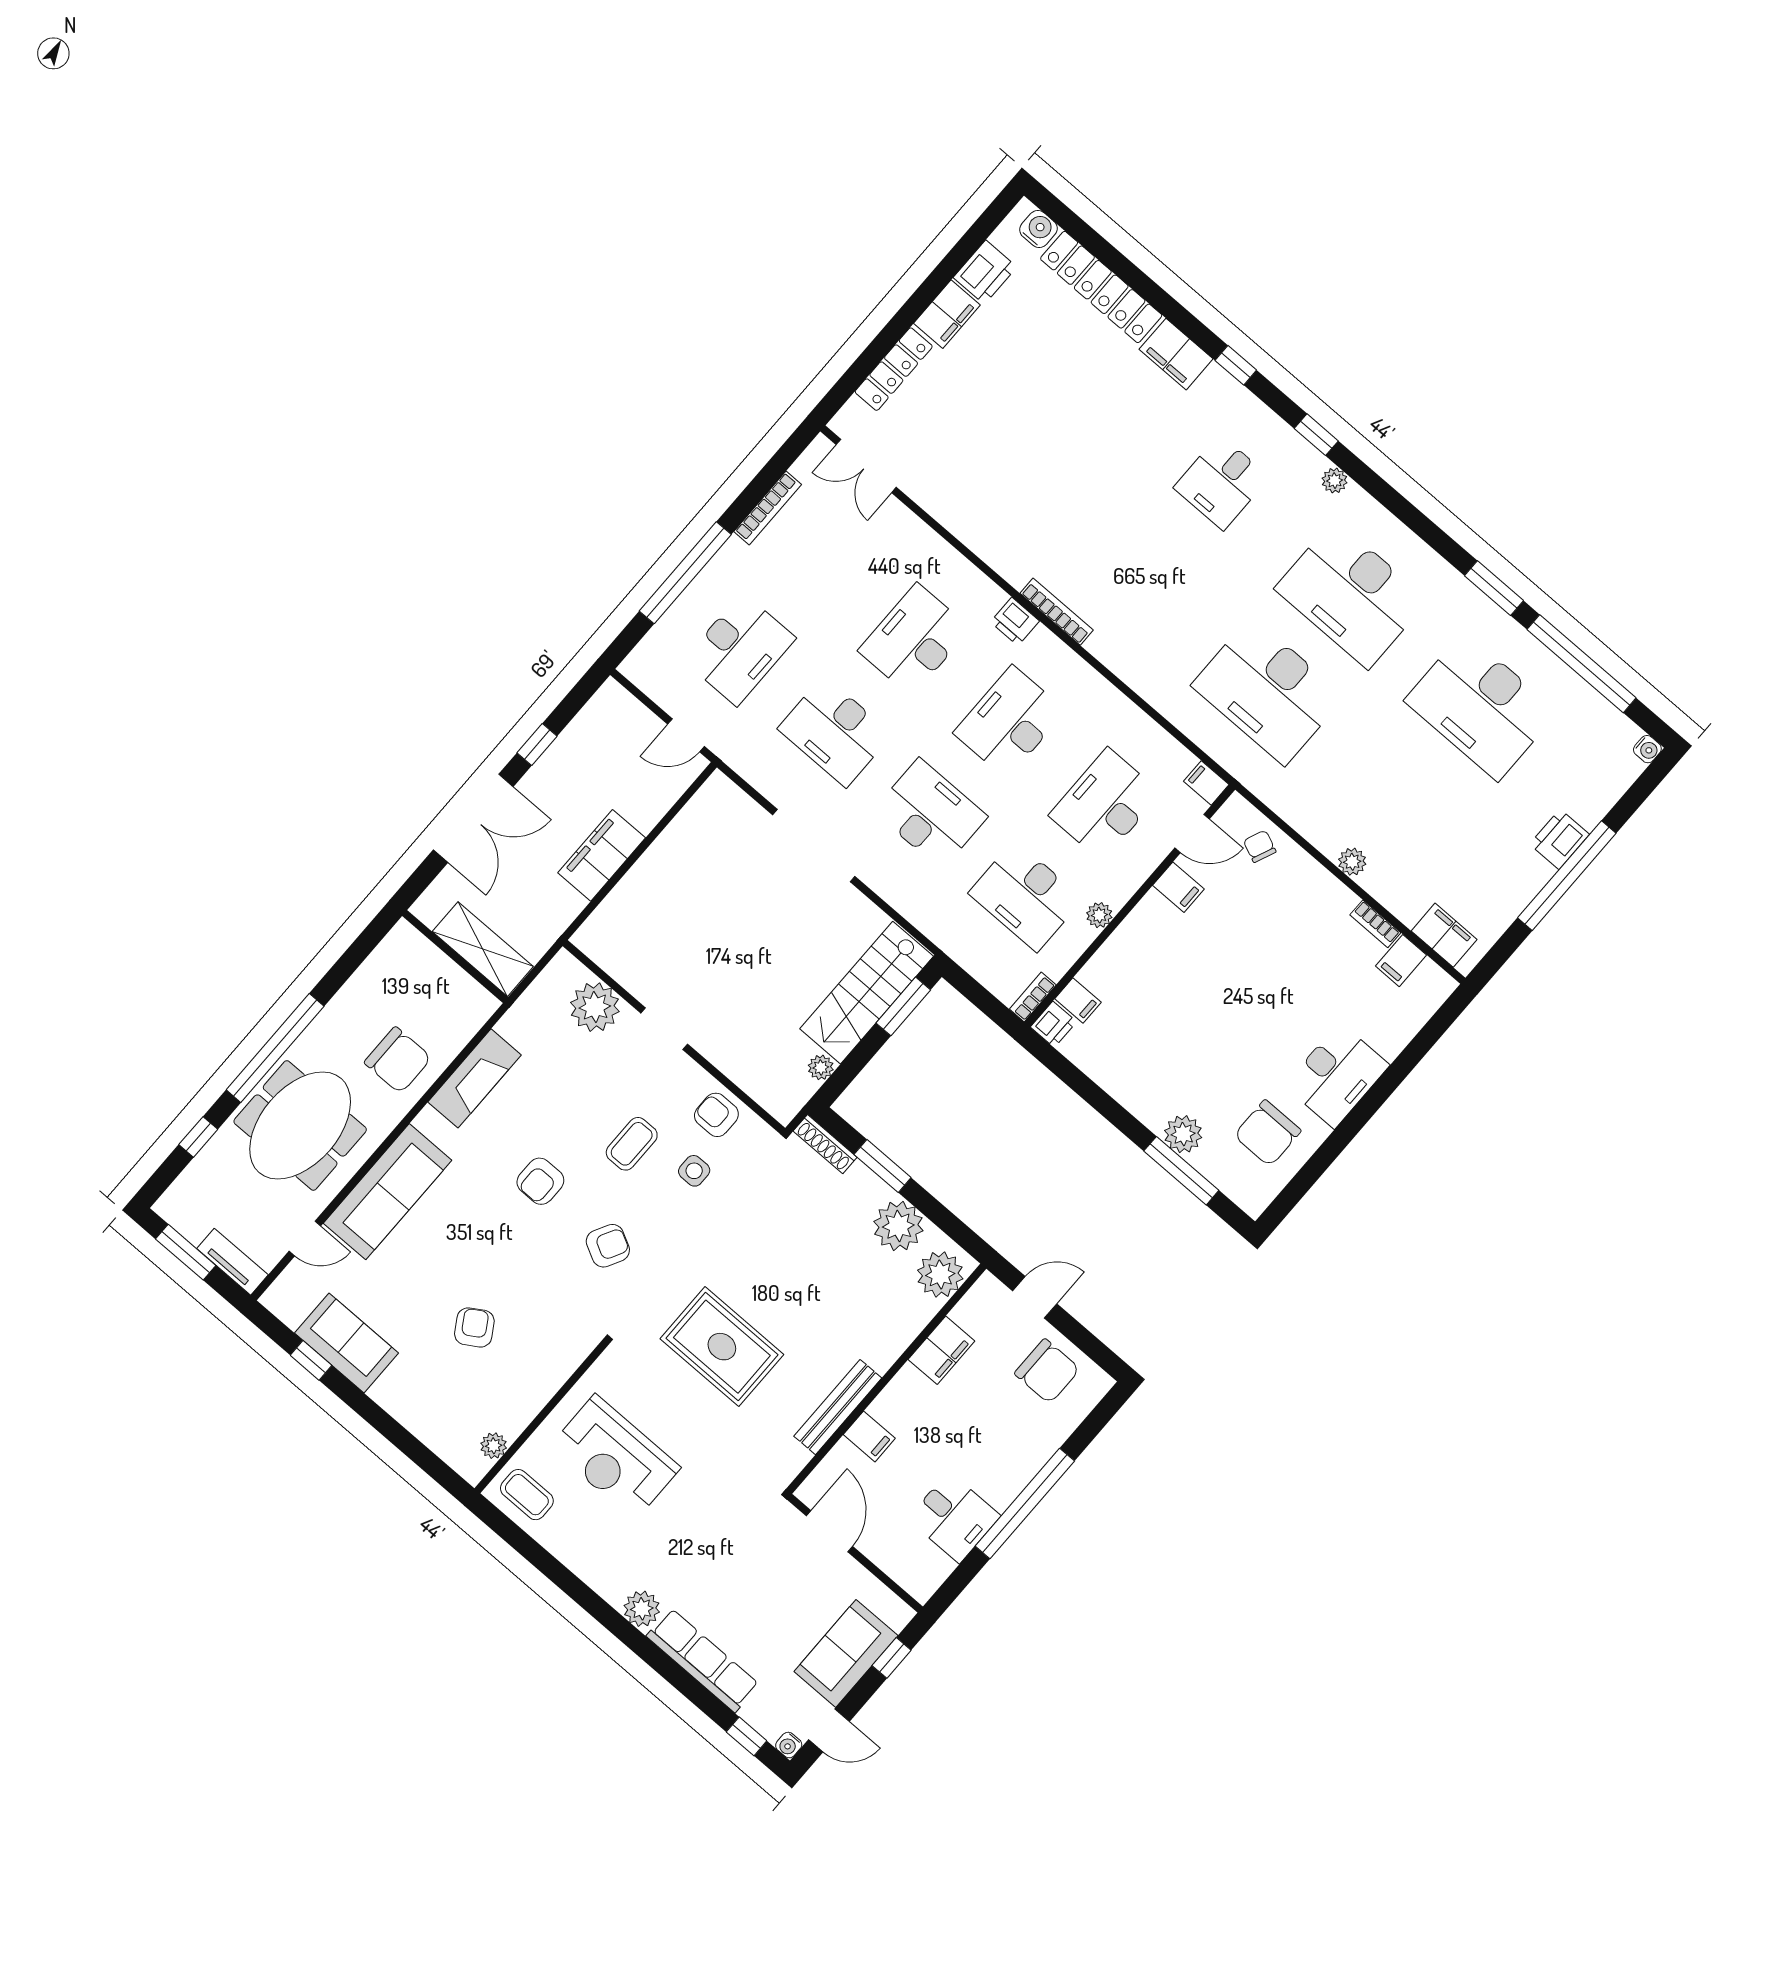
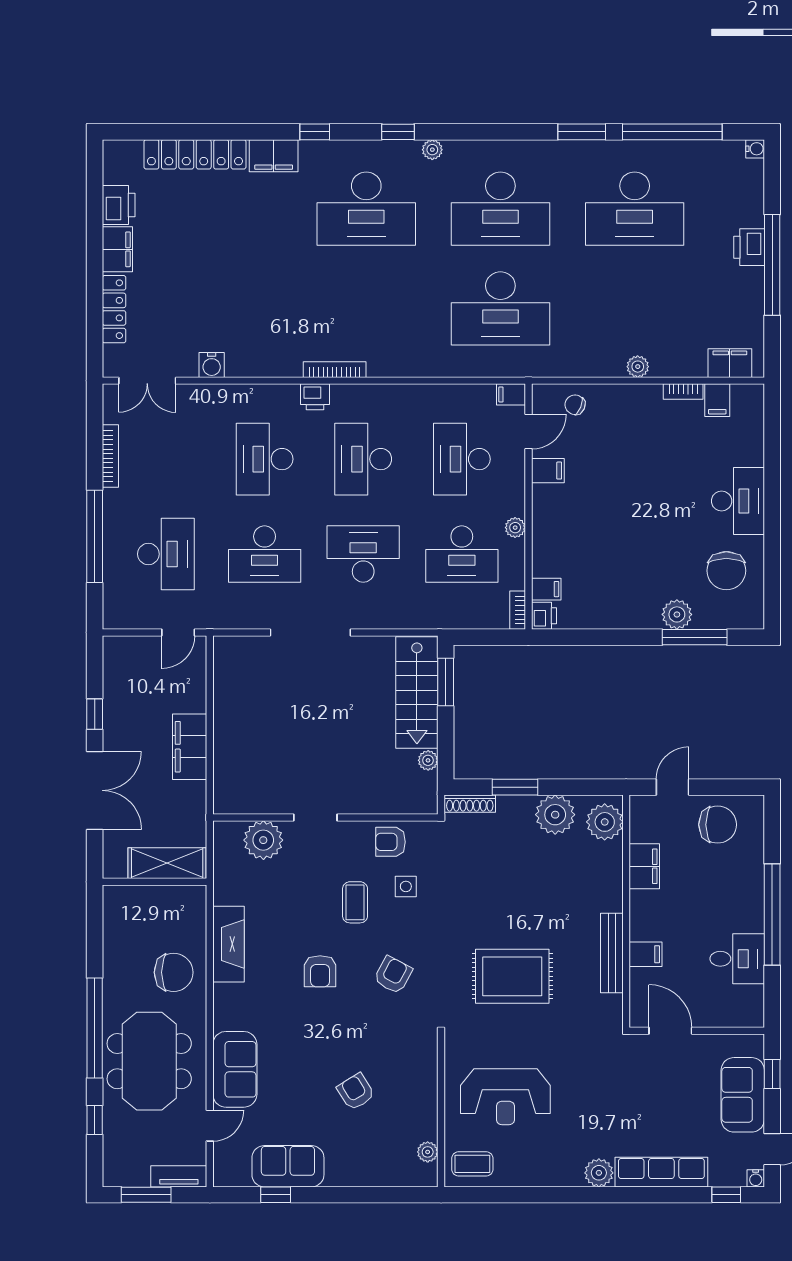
water cooler: (1038, 229) -> (212, 365), moved, turned 180
desk: (1222, 482) -> (366, 209), width x1.87, depth x1.30
sofa: (388, 1192) -> (235, 1069), width x0.73

